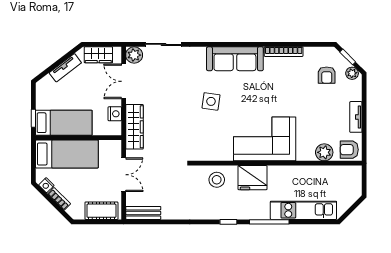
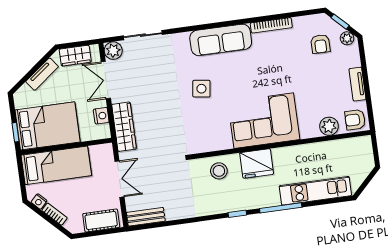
bed: (64, 123) -> (48, 126), width x1.50

